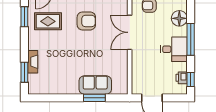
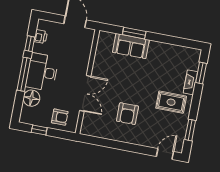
rug: (48, 21) -> (171, 102), moved
armchair: (86, 21) -> (127, 114), turned -90
desk: (174, 49) -> (42, 72), width x1.37
window: (191, 80) -> (30, 44), moved

